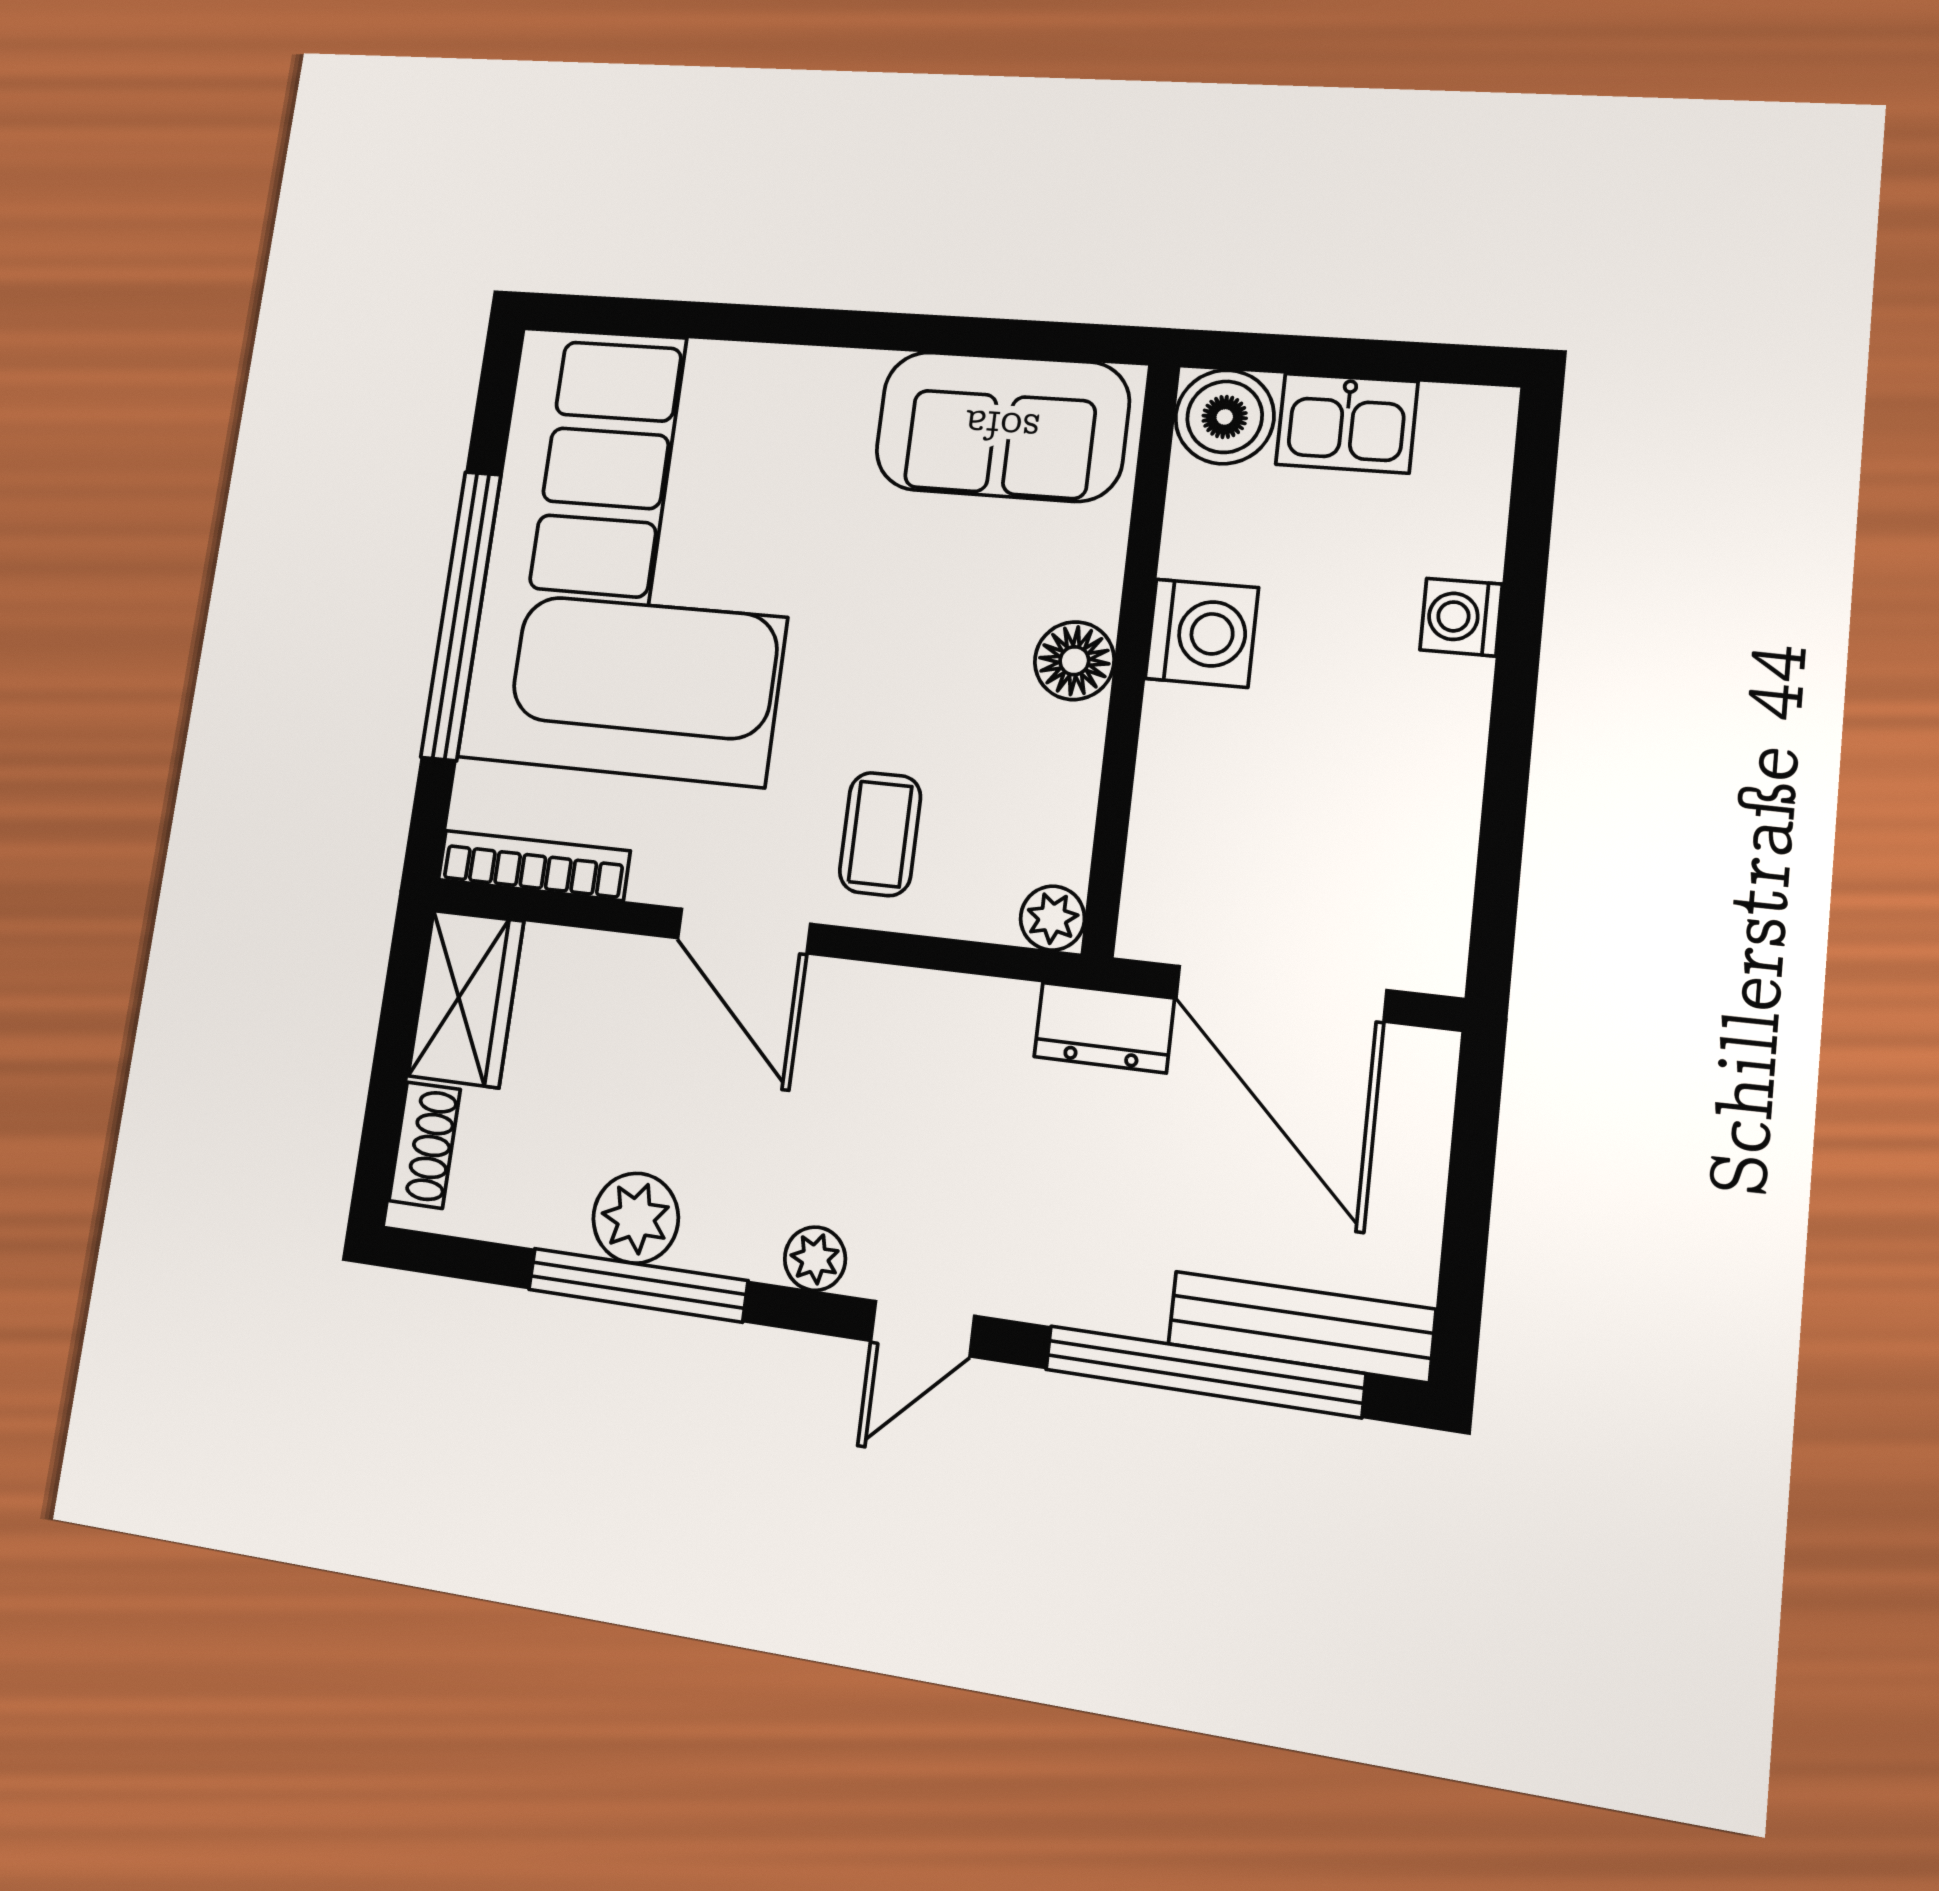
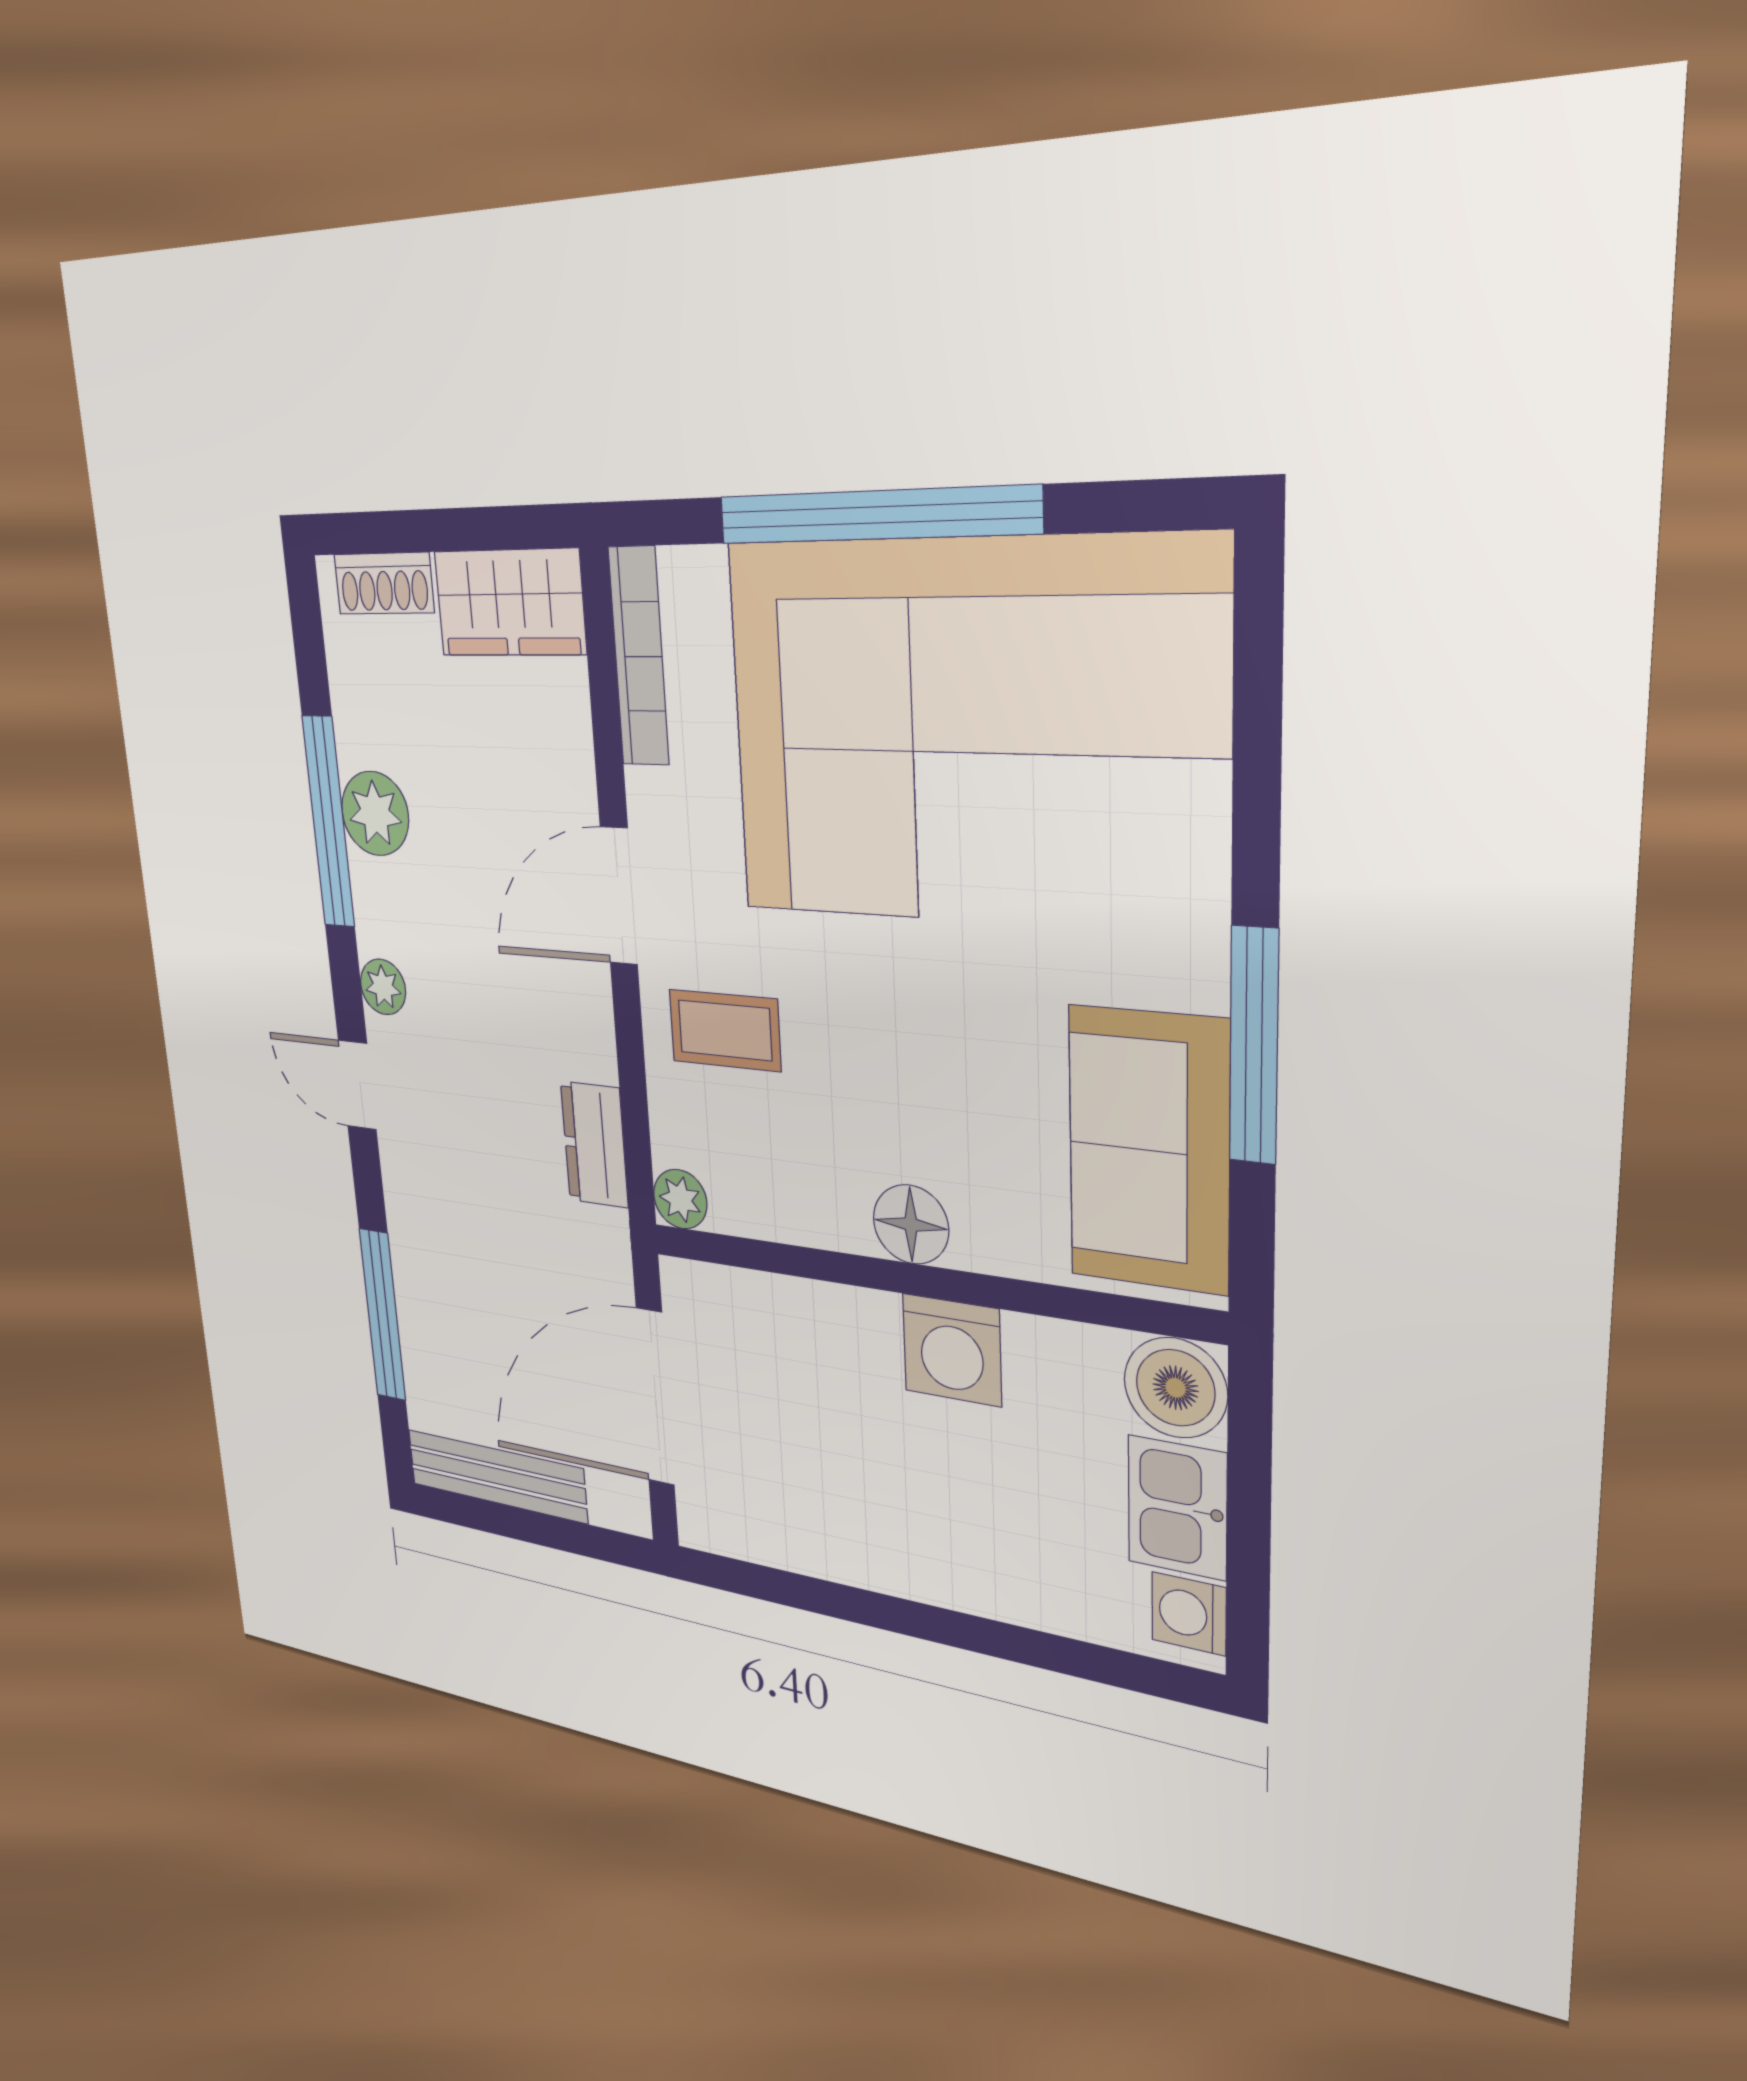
window: (914, 333) -> (1254, 1046), added
washing machine: (1461, 617) -> (1189, 1614), moved, turned -90
dresser: (1104, 1027) -> (594, 1145), moved
bench: (1301, 1327) -> (497, 1476), moved, turned 90
window: (1204, 1371) -> (383, 1315), width x0.68

